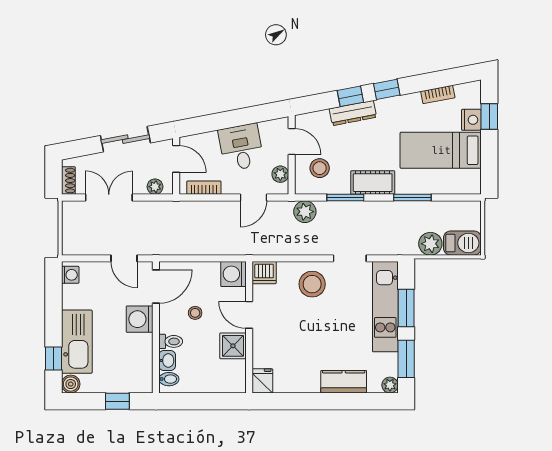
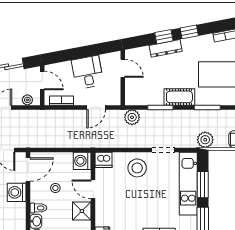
stool: (320, 168) -> (142, 87), removed
plant: (280, 174) -> (115, 91), removed
plant: (430, 244) -> (205, 140), moved

